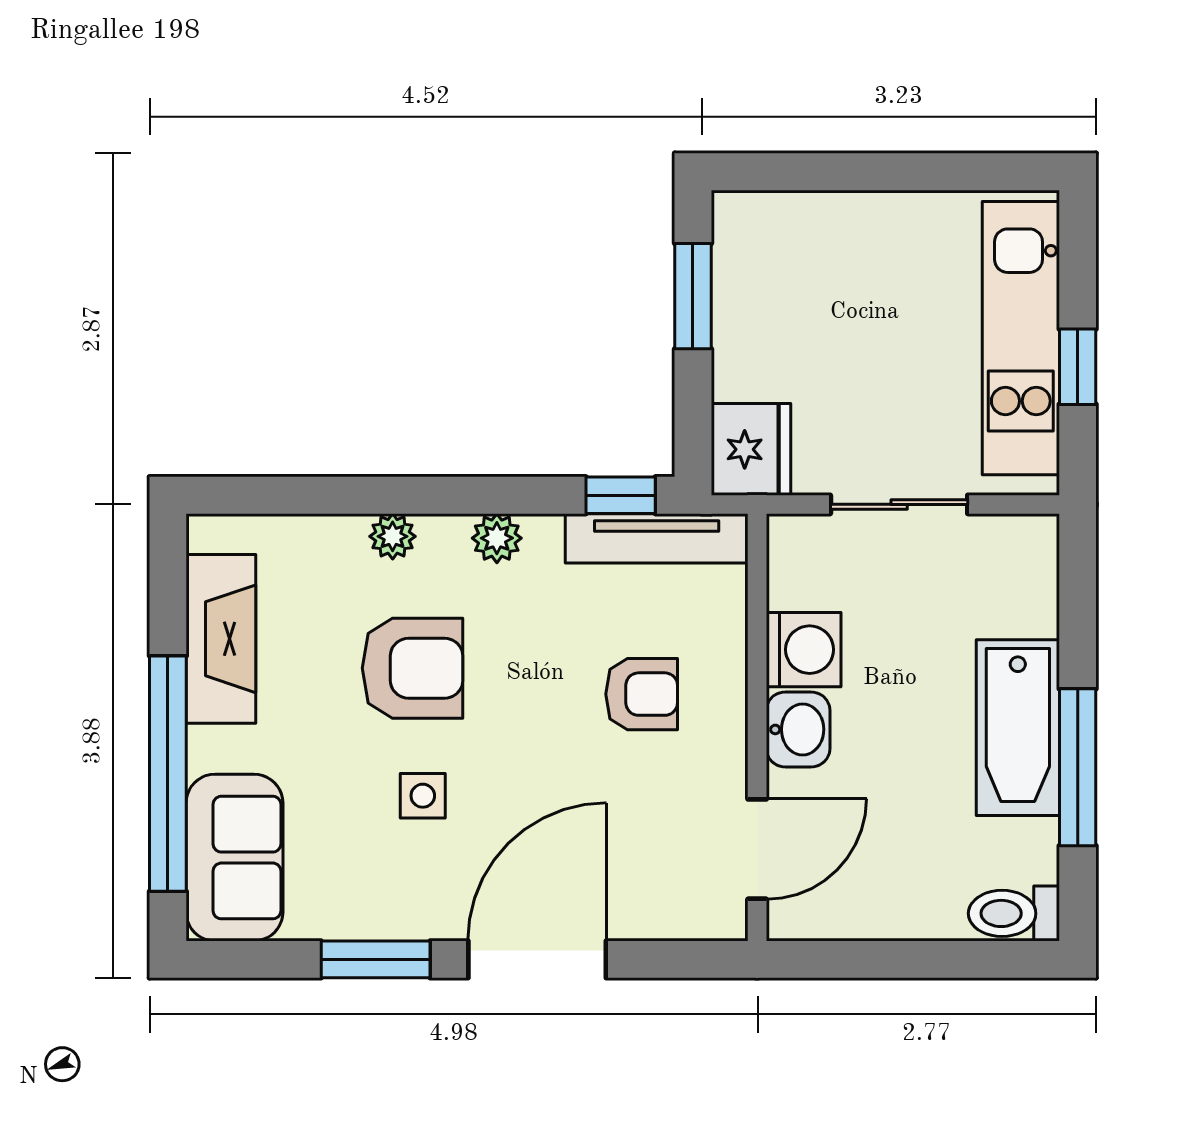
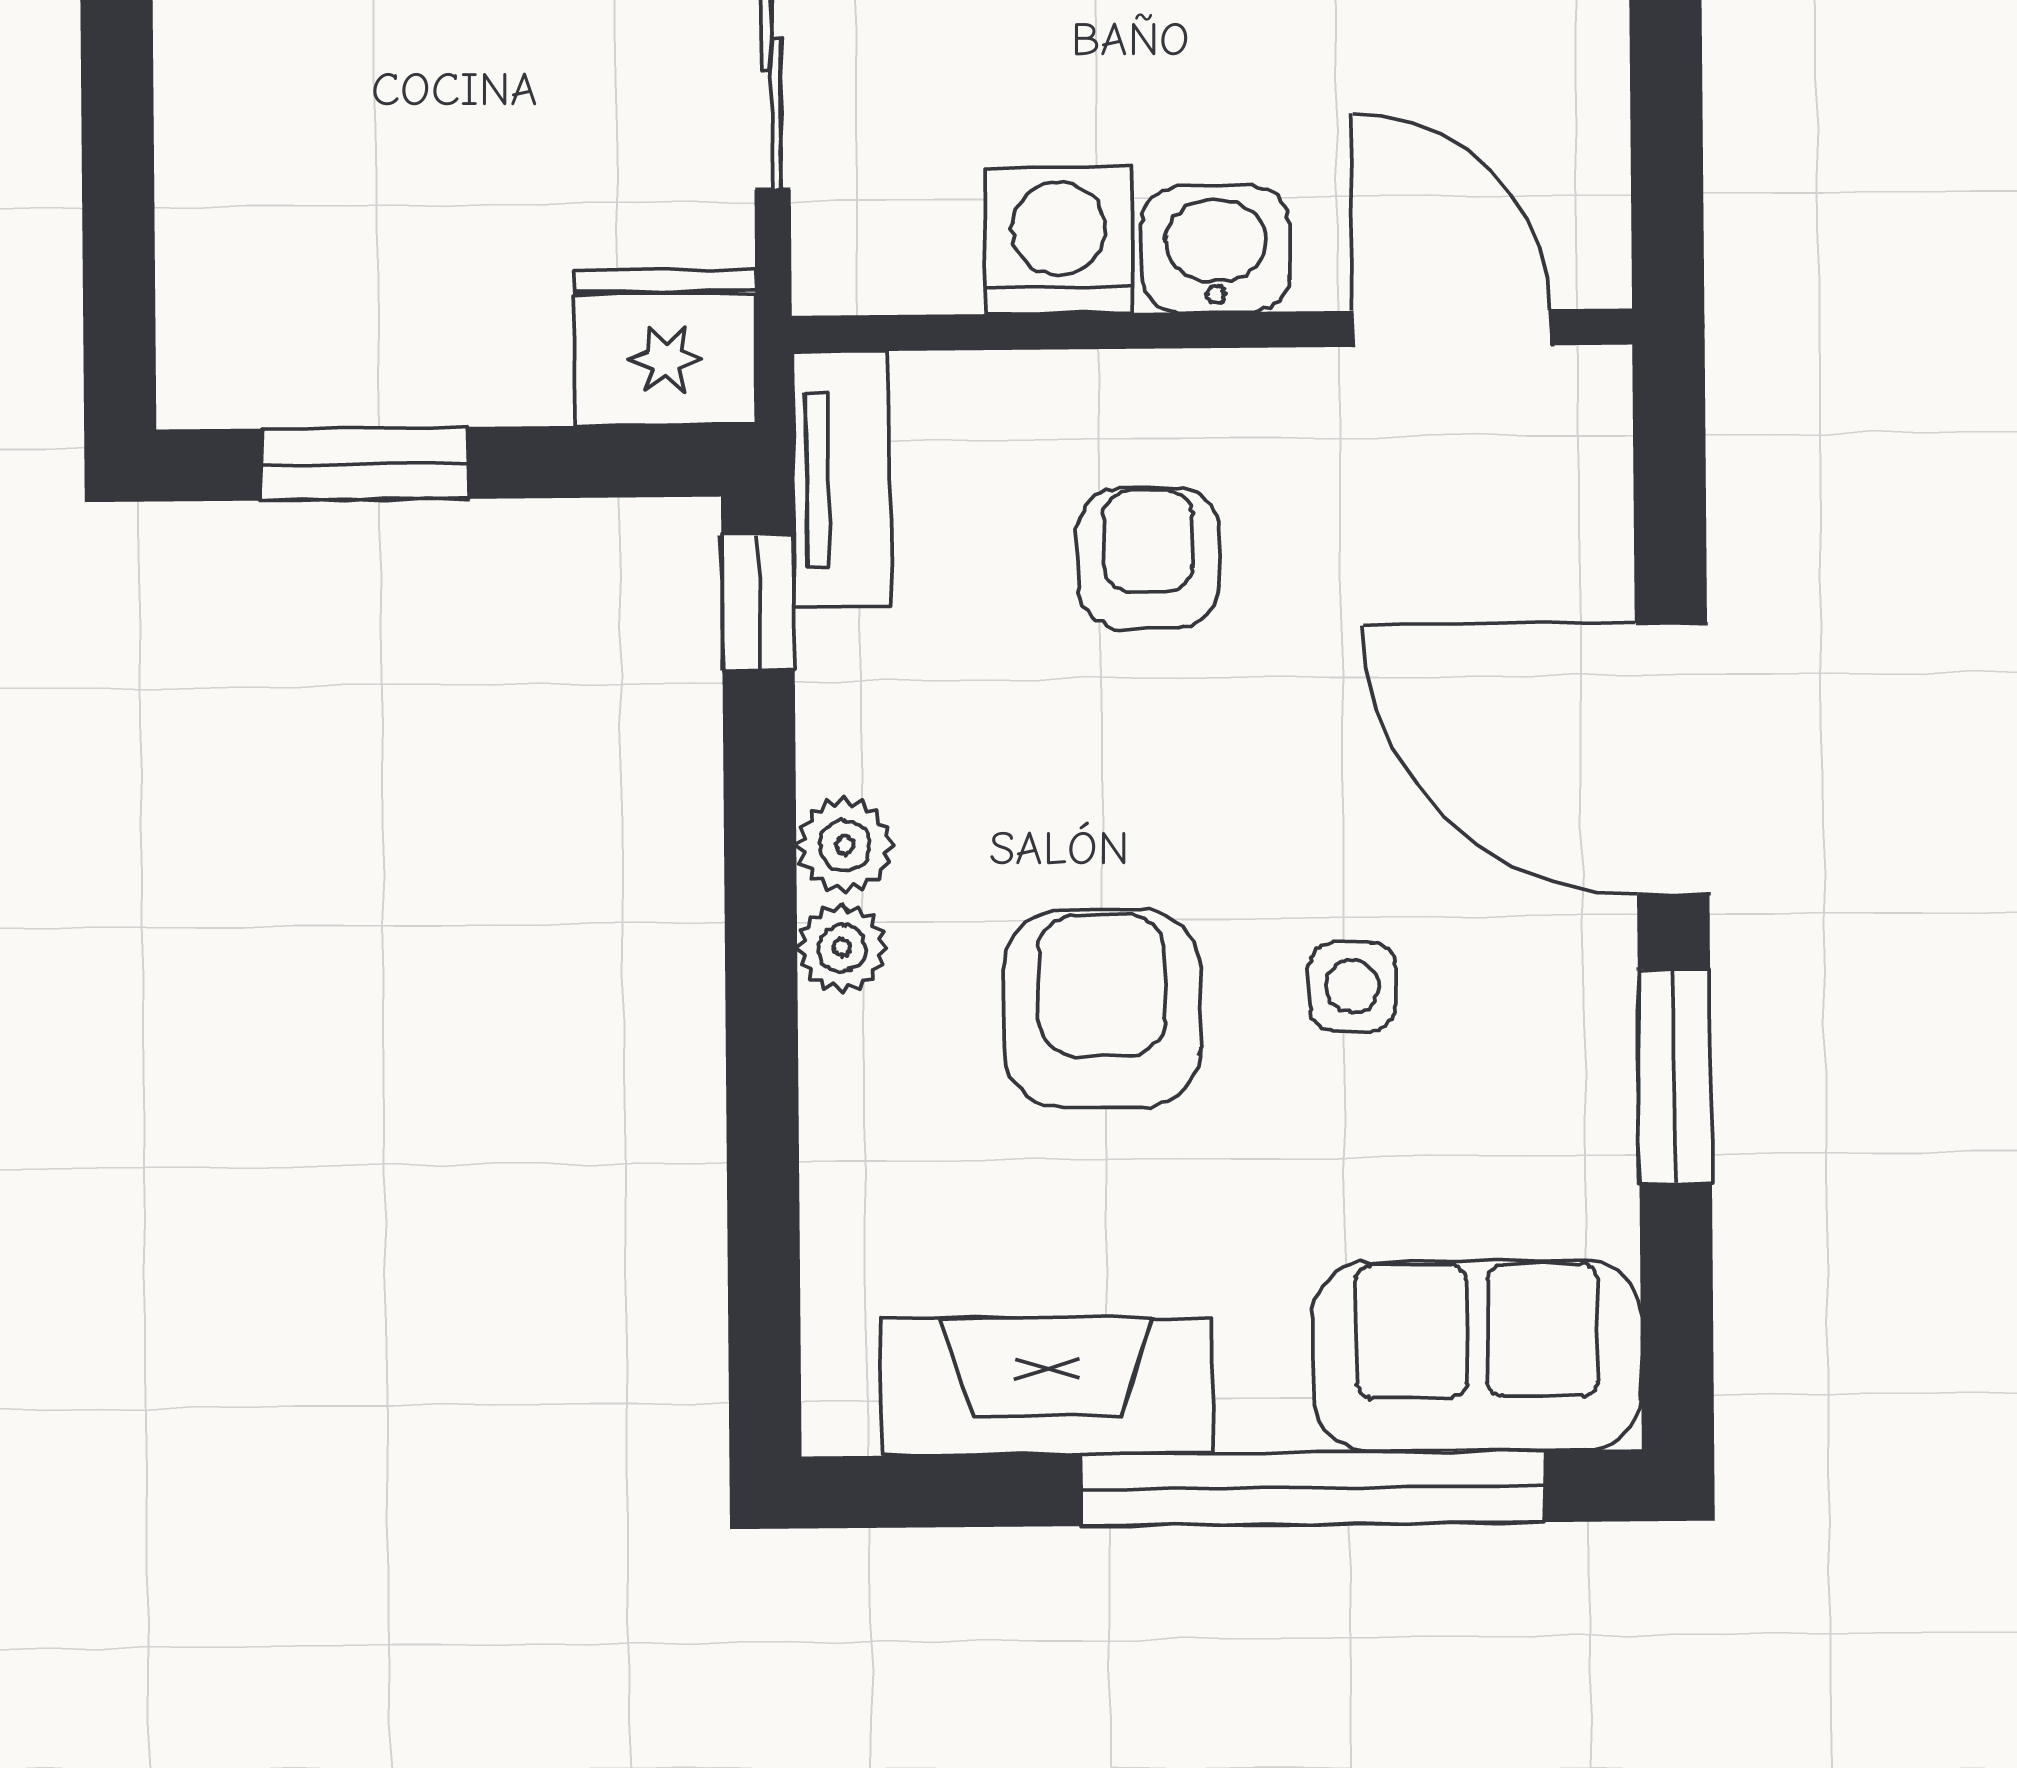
plant: (393, 536) -> (842, 948), moved
tv unit: (657, 538) -> (842, 479), width x0.71

